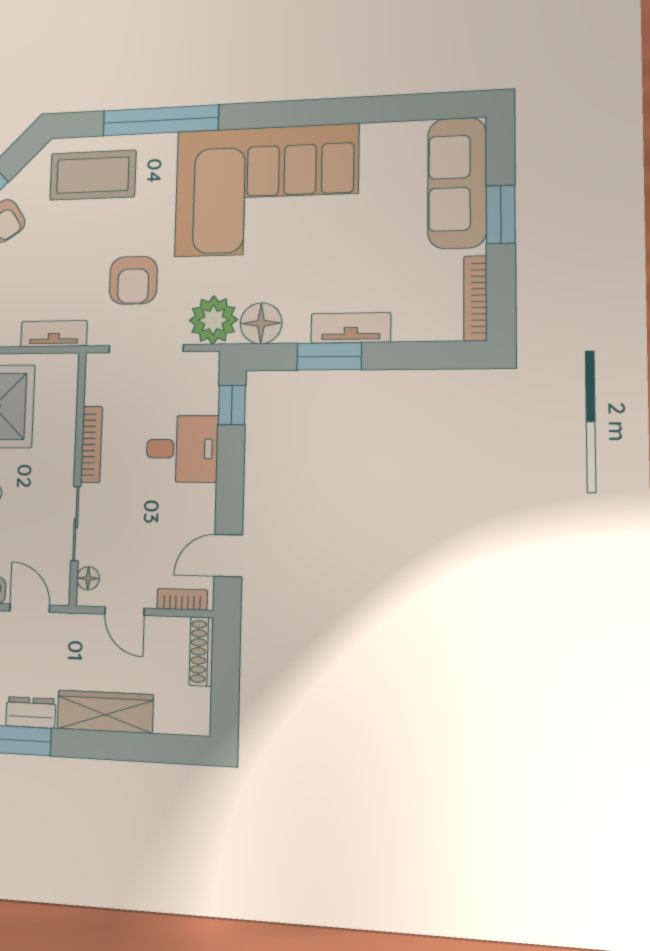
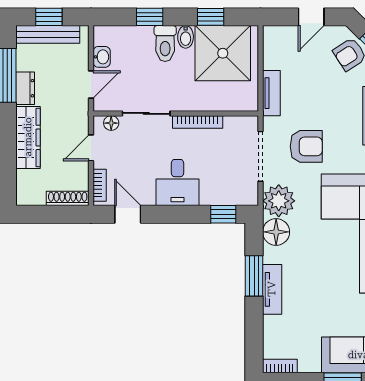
armchair: (133, 280) -> (306, 146), turned 180
bookcase: (475, 298) -> (280, 366), width x0.64
desk: (182, 449) -> (178, 182), moved

